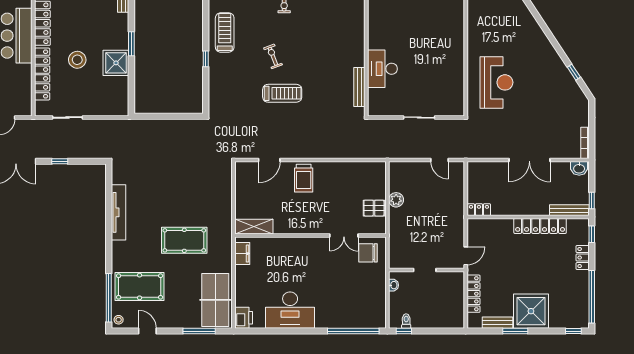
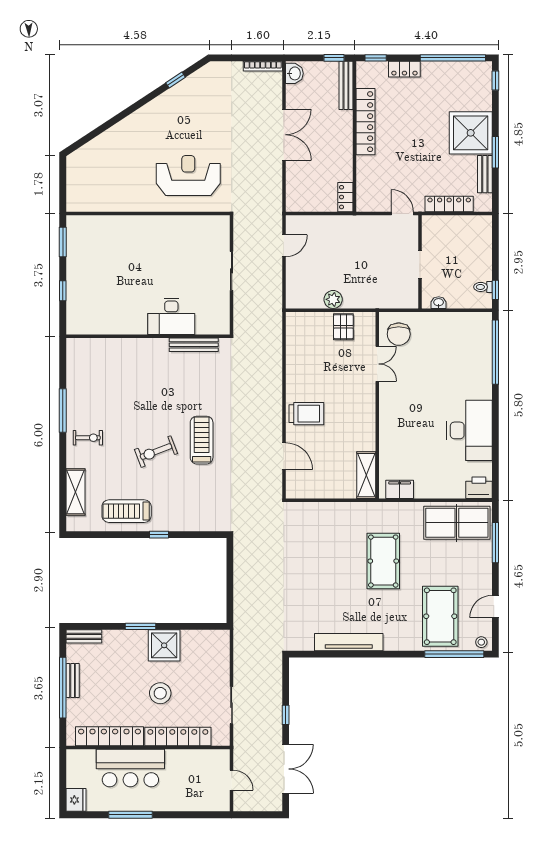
exercise bike: (273, 56) -> (156, 452), width x1.38, depth x1.39

